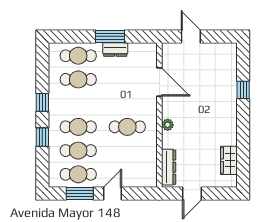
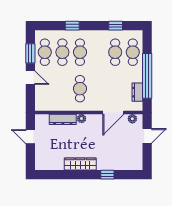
window: (110, 36) -> (147, 76), width x2.11
dresser: (115, 49) -> (137, 92), moved
plant: (168, 56) -> (132, 119), added
window: (42, 102) -> (116, 26), moved
wardrobe: (229, 160) -> (80, 164), moved, width x1.50
dresser: (169, 167) -> (63, 119), moved

